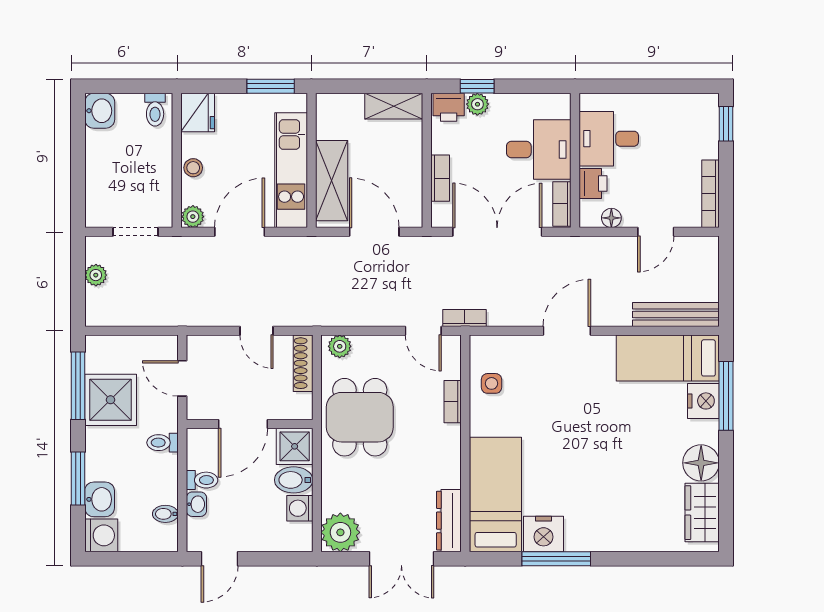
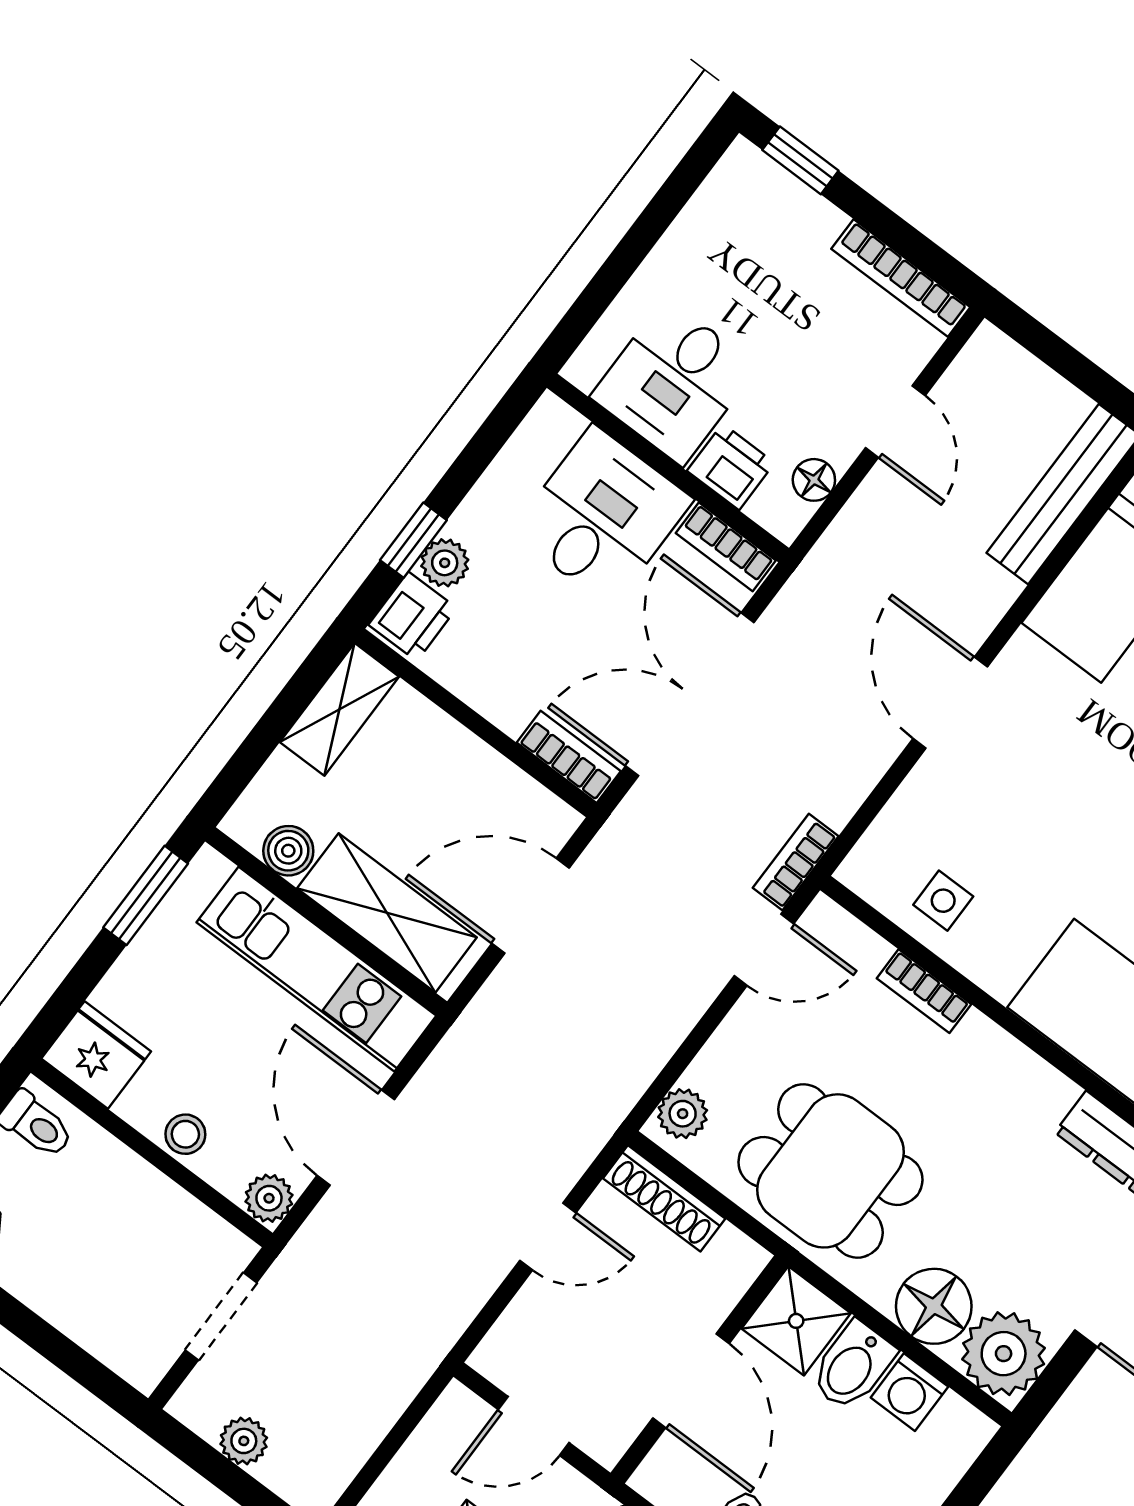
boiler: (327, 127) -> (288, 851), added
bookcase: (440, 178) -> (569, 757), moved
floor lamp: (338, 493) -> (934, 1306), added

